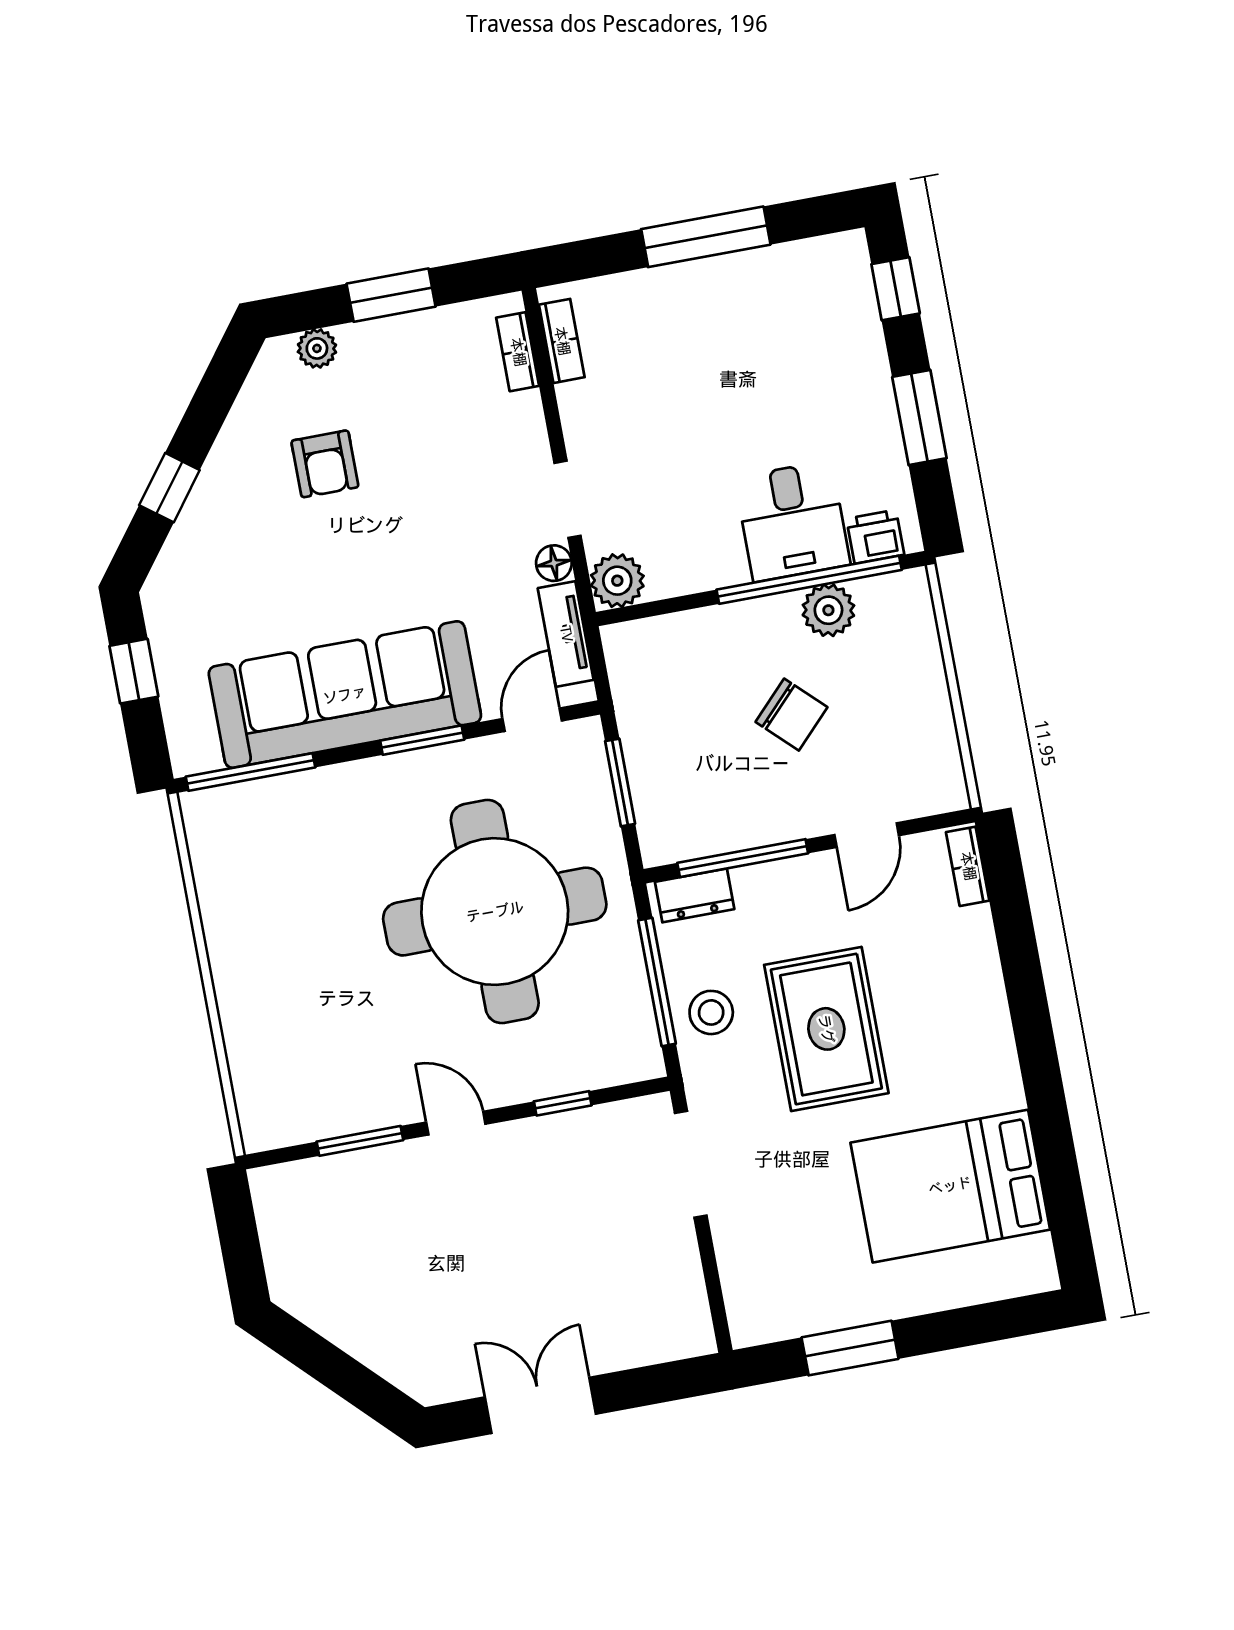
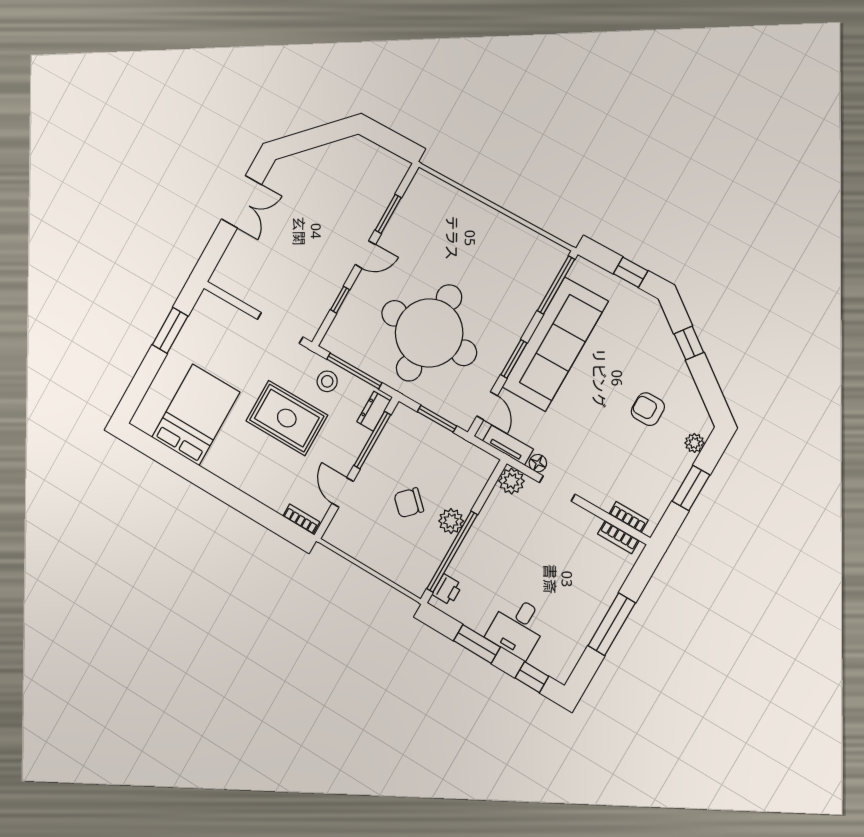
desk: (792, 521) -> (517, 627), moved, turned -90
plant: (828, 610) -> (451, 521), moved

